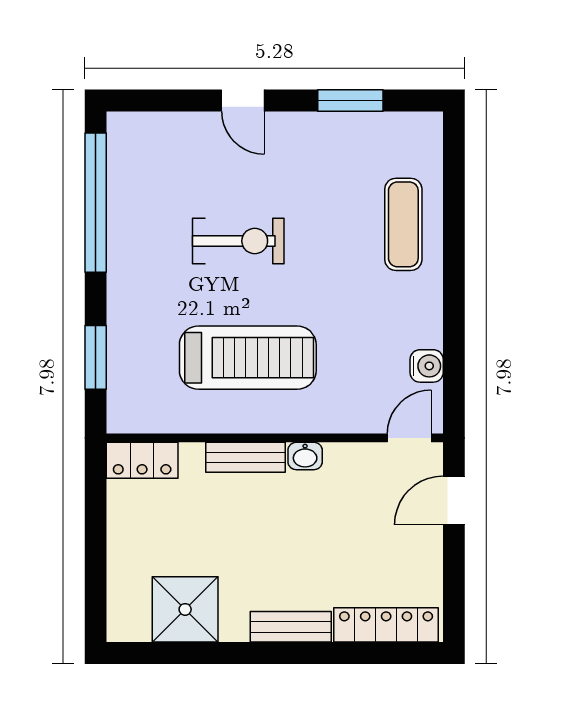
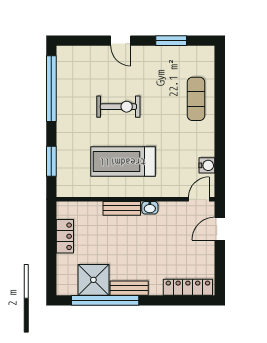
treadmill: (248, 358) -> (123, 162), turned 180
locker: (142, 460) -> (65, 236), moved, turned -90
bench: (291, 627) -> (129, 288), moved
window: (210, 653) -> (105, 300), added

